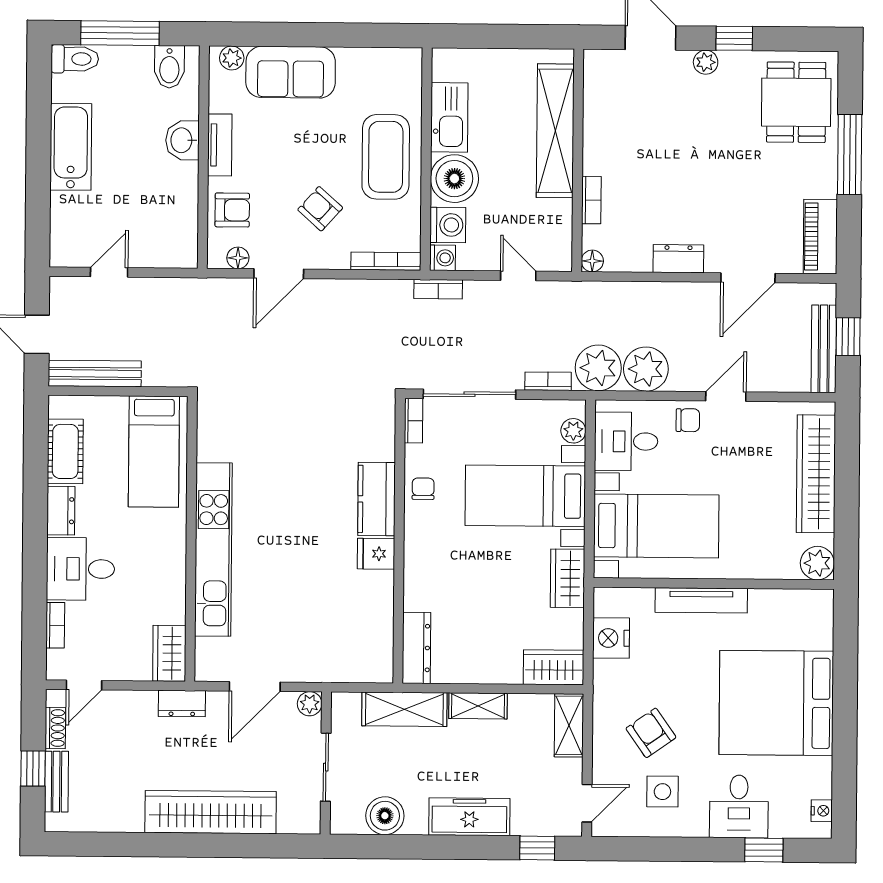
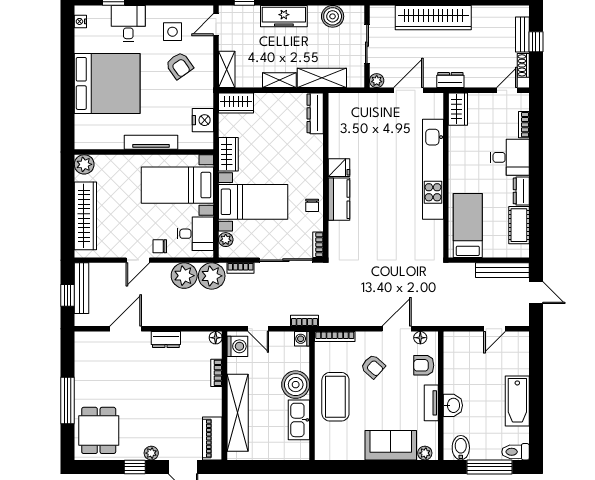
washing machine: (448, 225) -> (237, 346), moved, turned 180
piano: (820, 237) -> (212, 438), moved, turned 180

